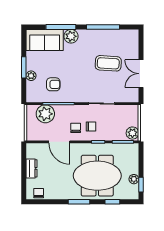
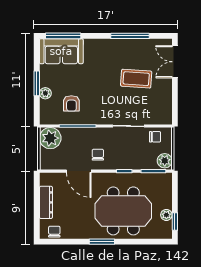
window: (61, 27) -> (63, 36), moved
plant: (71, 36) -> (92, 47), removed
double door: (141, 74) -> (175, 62), moved
armchair: (53, 84) -> (71, 103), turned 90
plant: (45, 114) -> (50, 138), moved
chair: (91, 126) -> (155, 137), moved
dresser: (32, 168) -> (46, 202), width x1.44
window: (112, 202) -> (141, 242), removed

